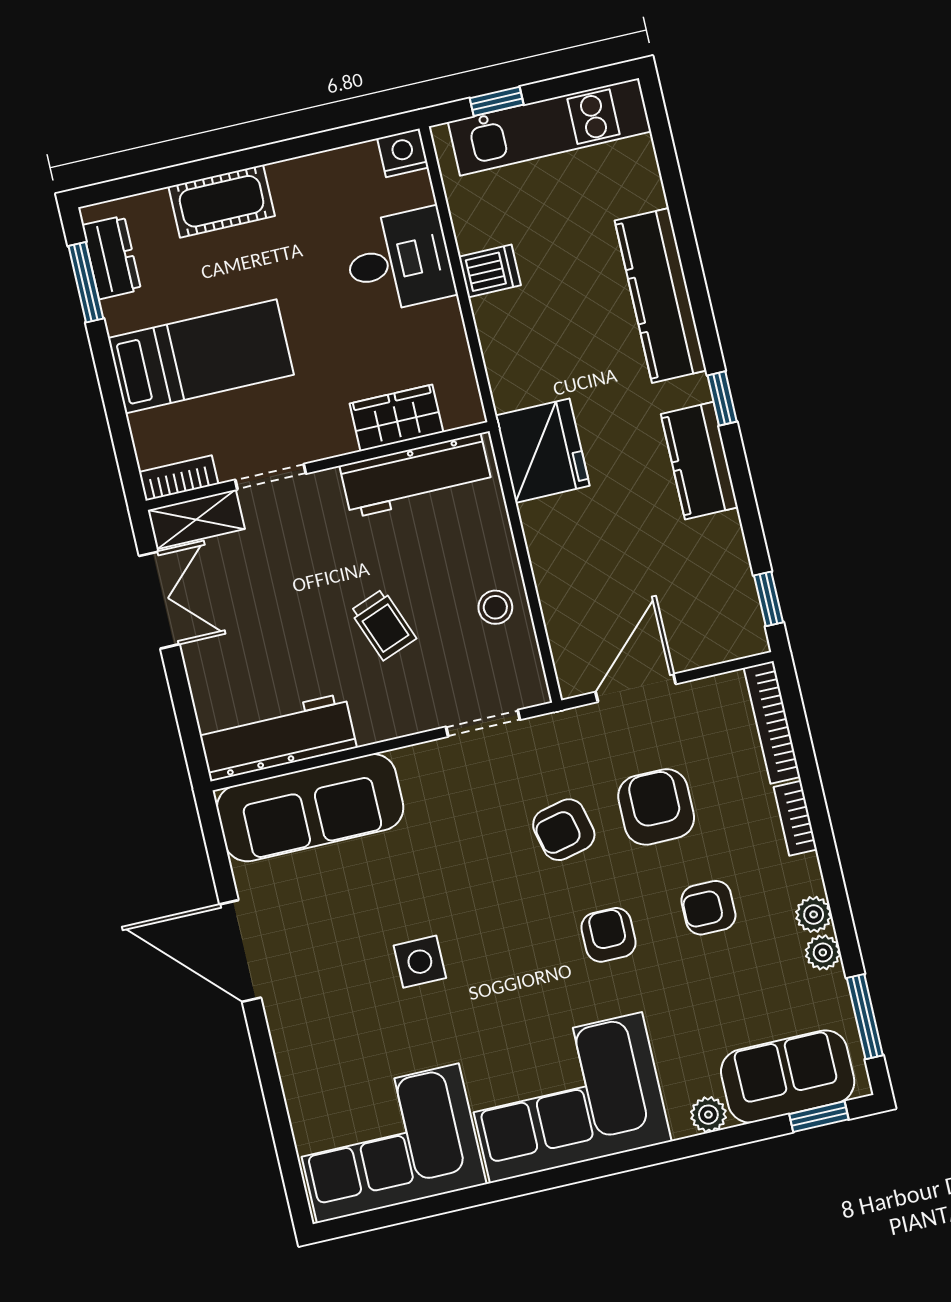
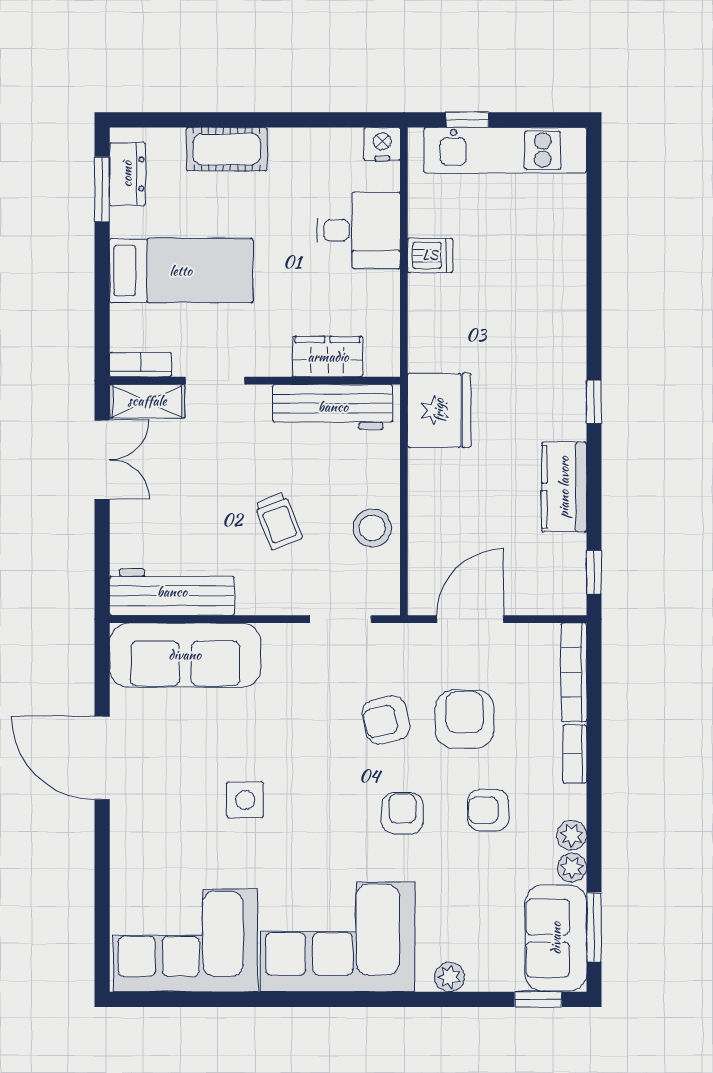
kitchen counter: (661, 295) -> (563, 307), removed
kitchen counter: (699, 461) -> (564, 487), moved
stool: (495, 607) -> (372, 528), width x1.37, depth x1.37
sofa: (788, 1076) -> (556, 938), moved, turned -90

